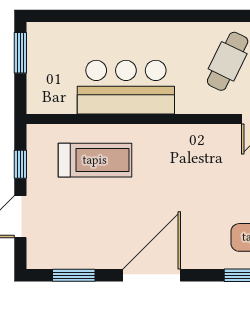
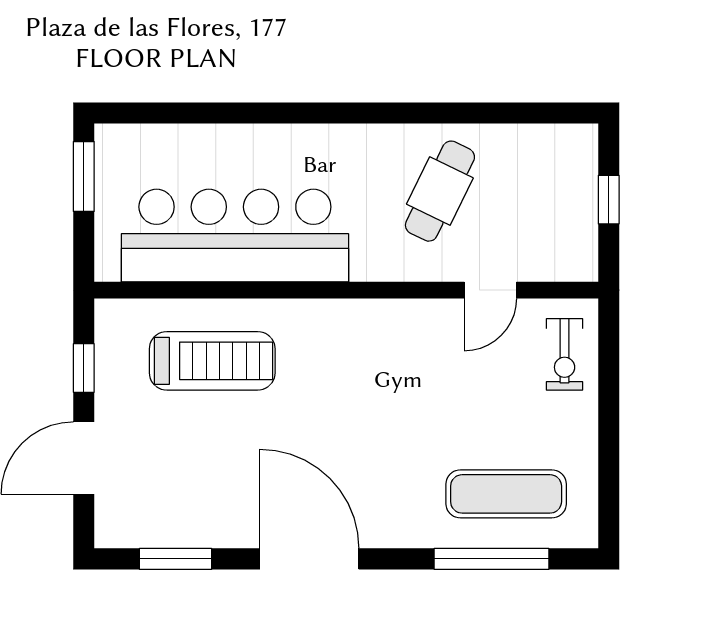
bar counter: (126, 87) -> (235, 236), width x1.36
door: (152, 275) -> (309, 559), hinge flipped

